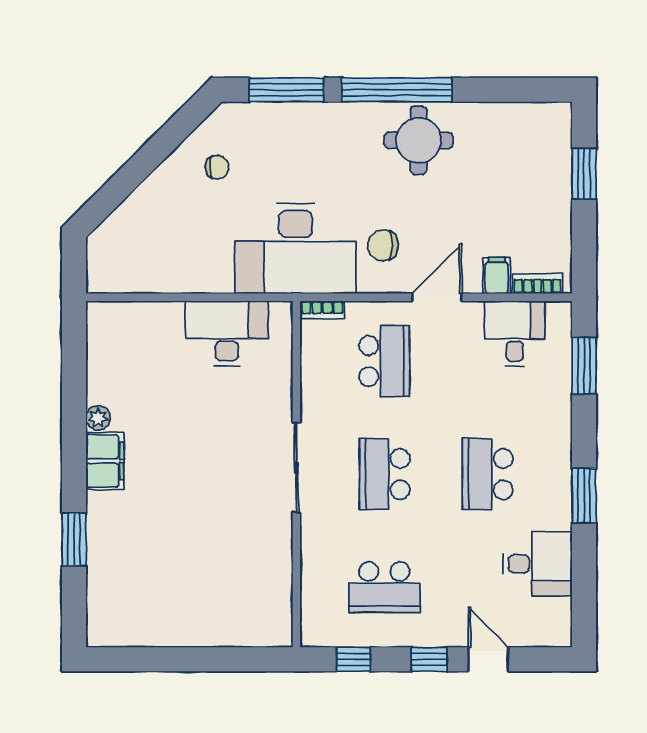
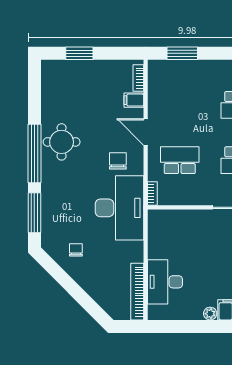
chair: (383, 245) -> (118, 161), turned 180
bookcase: (139, 282) -> (137, 292), added
desk: (227, 333) -> (165, 282), moved
desk: (515, 333) -> (165, 90), removed

